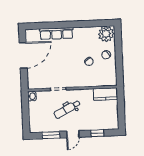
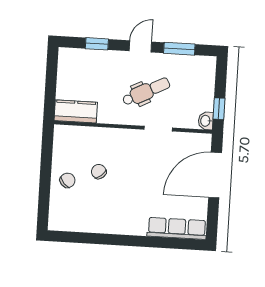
row of seats: (56, 34) -> (177, 228), moved
plant: (106, 34) -> (64, 217), removed
door: (23, 55) -> (215, 175), moved
window: (25, 104) -> (219, 109), added

